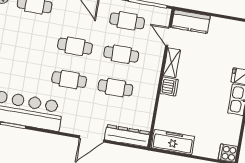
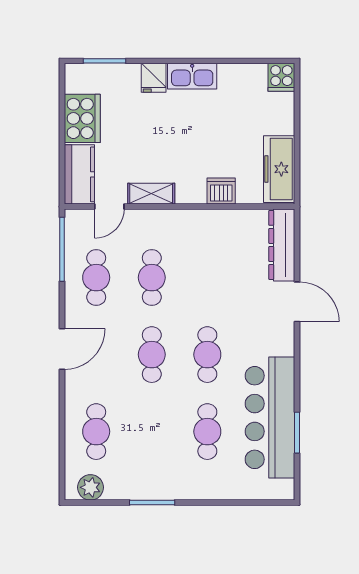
cooker: (224, 29) -> (82, 118), added
dishwasher: (169, 87) -> (221, 191), moved
cafe table: (115, 88) -> (207, 432), moved

